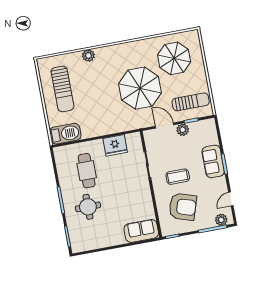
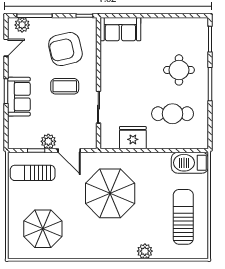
parasol: (140, 88) -> (110, 193), moved
cafe table: (87, 171) -> (173, 114), turned 90
armchair: (183, 207) -> (65, 49), turned -31

